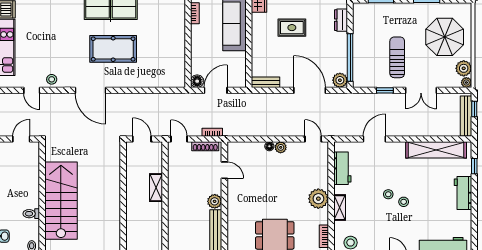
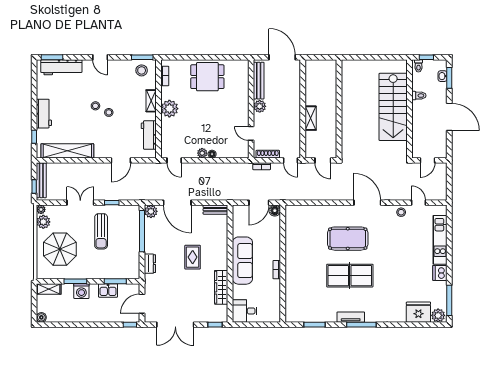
rug: (292, 28) -> (193, 257), turned 90

